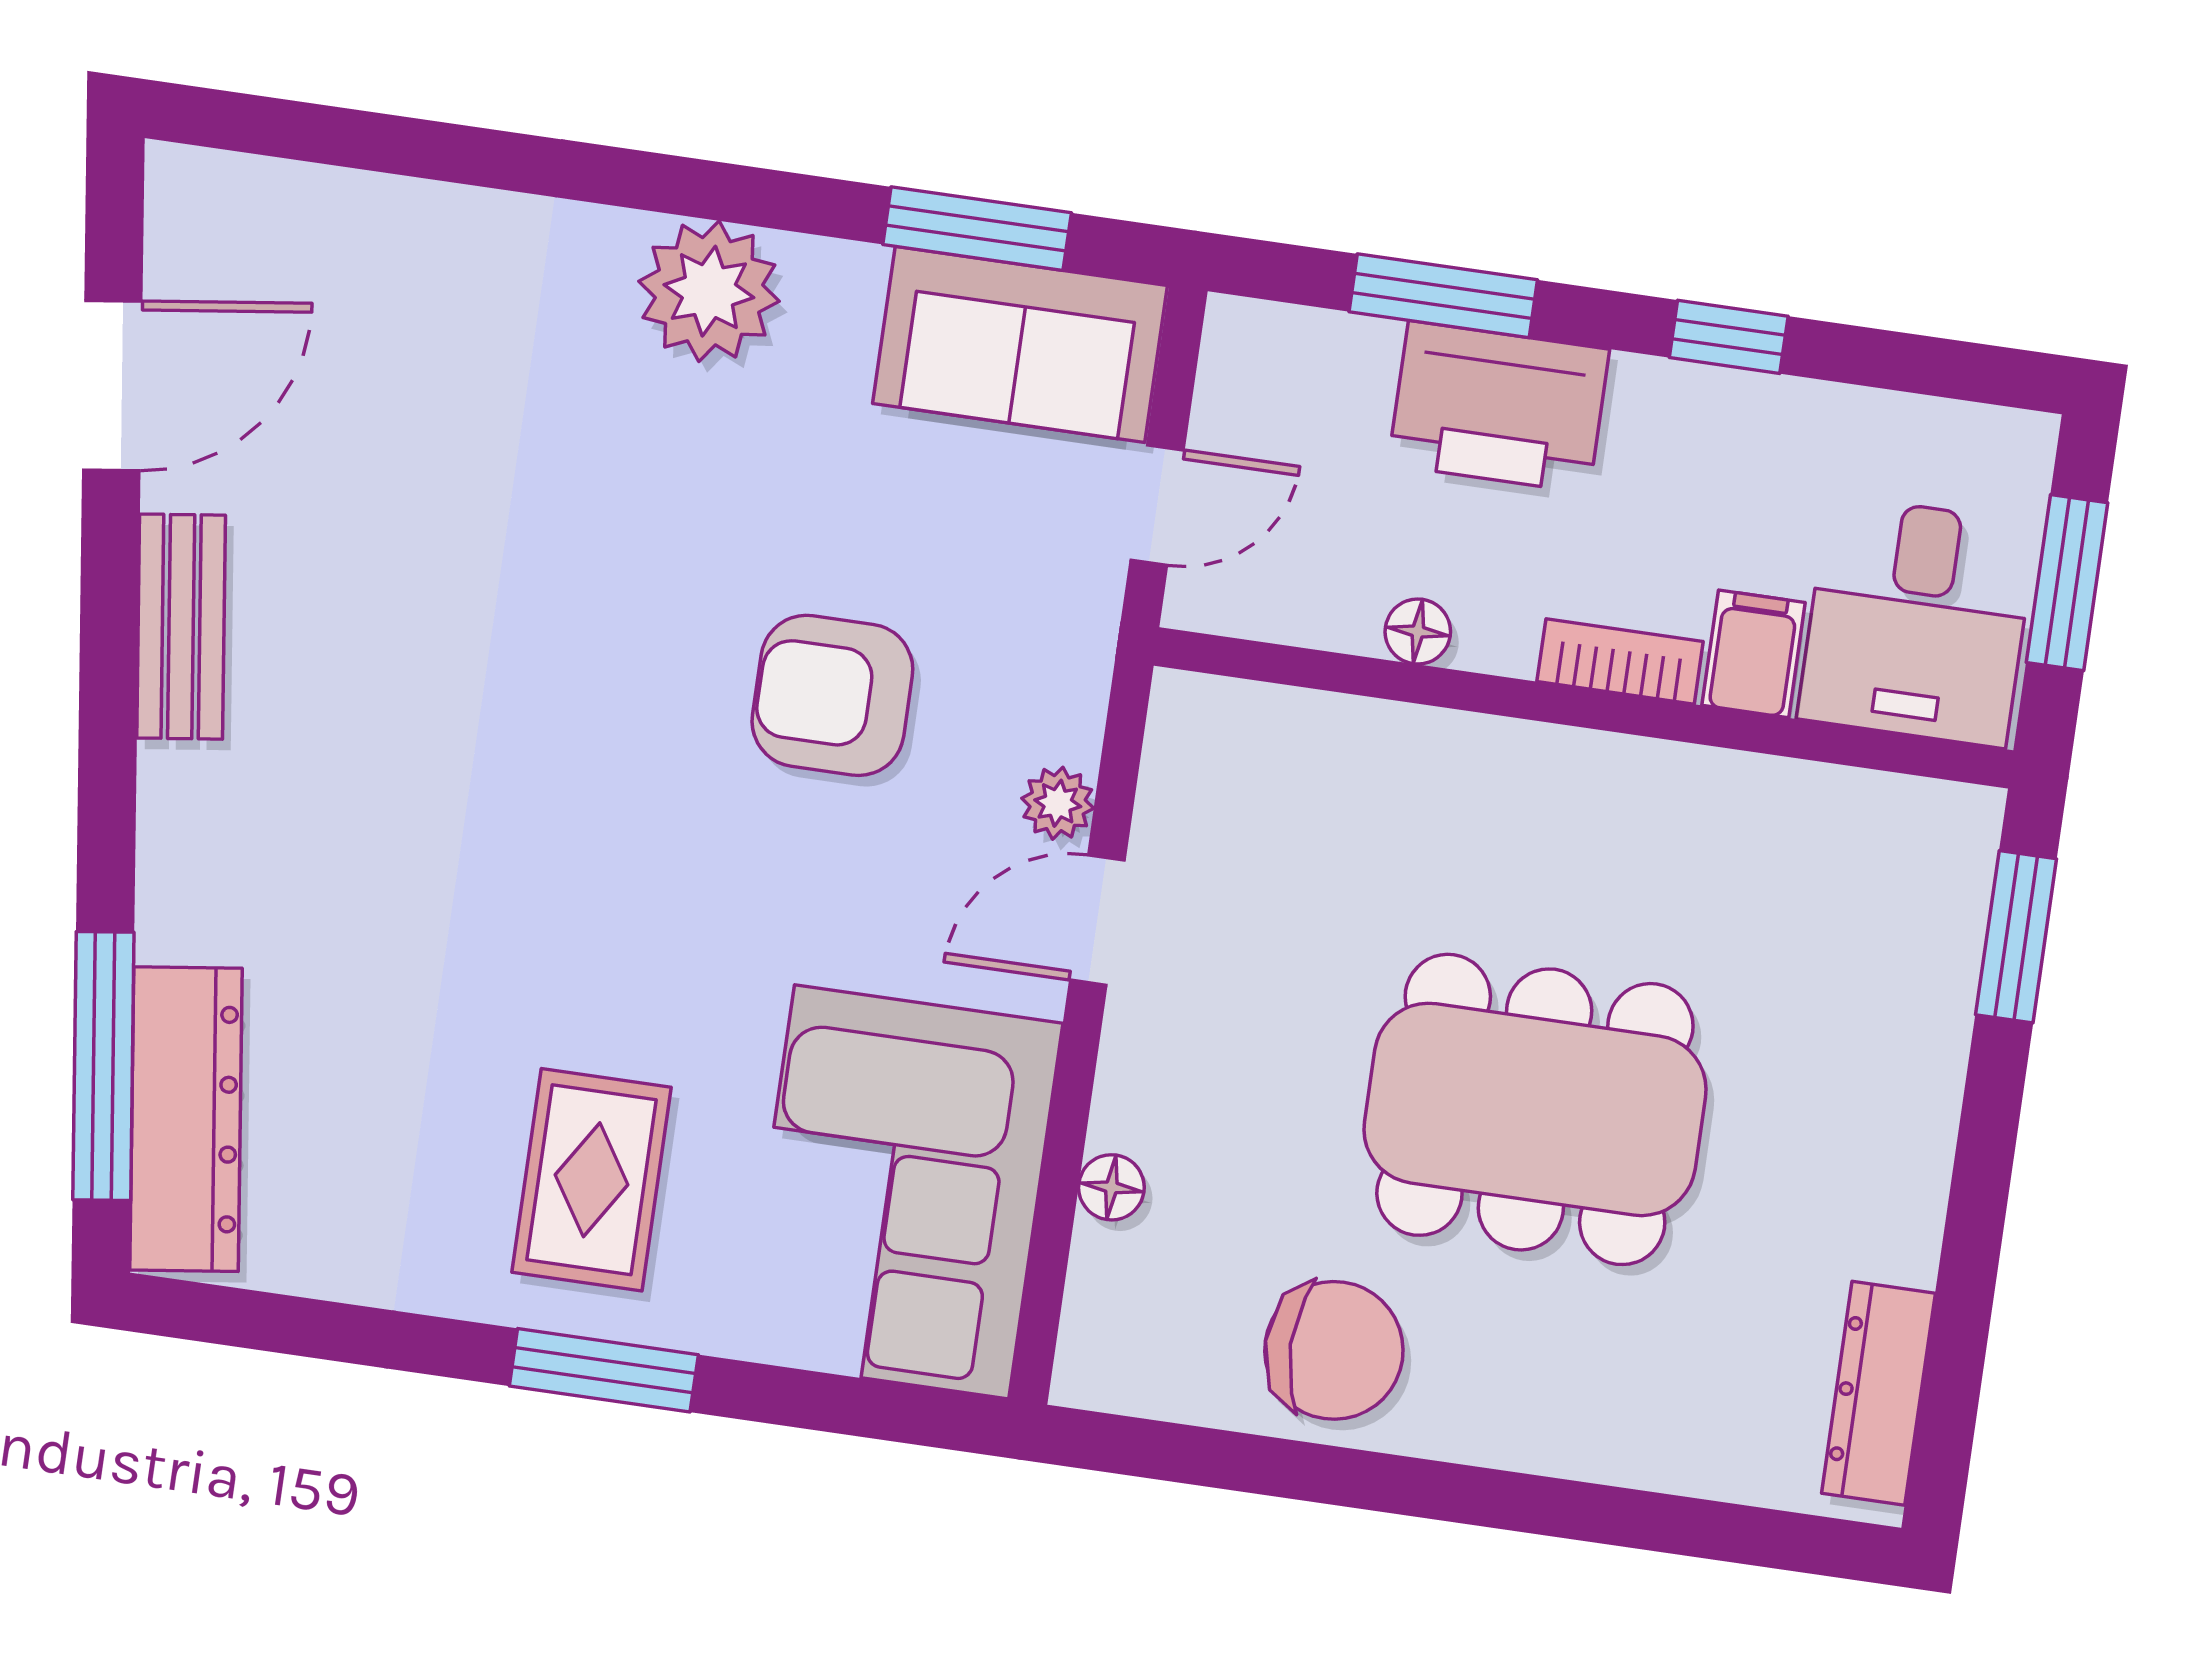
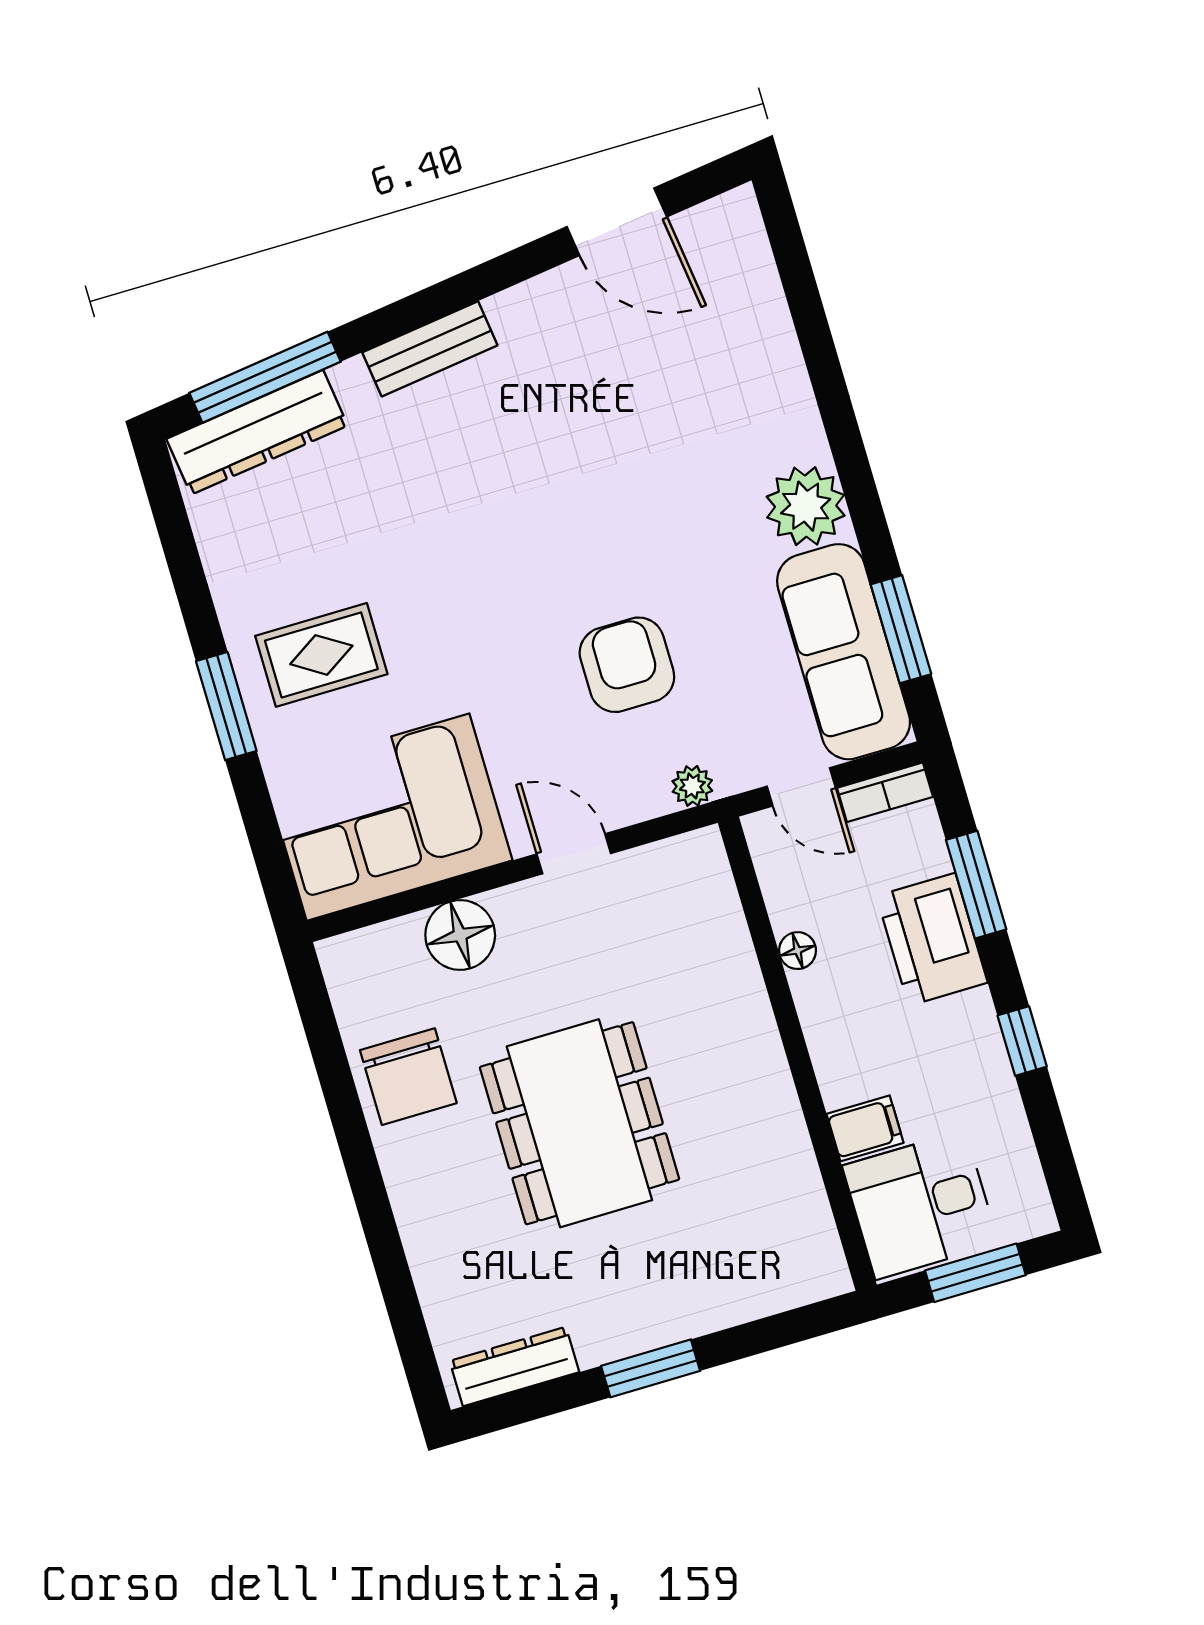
sofa: (1020, 344) -> (844, 652), width x1.36
bench: (181, 627) -> (430, 349), moved
bookcase: (1620, 662) -> (885, 792), moved, turned 90
plant: (1058, 803) -> (692, 786), moved
window: (2016, 937) -> (651, 1368), moved
floor lamp: (1111, 1187) -> (460, 935), width x1.89, depth x1.89

